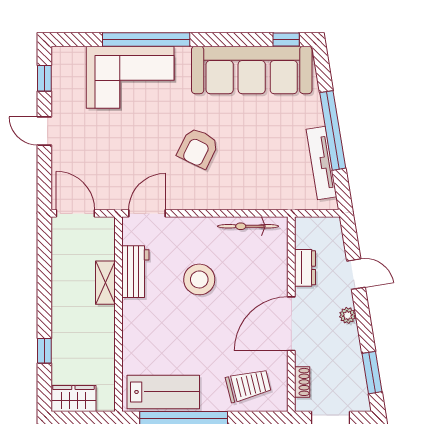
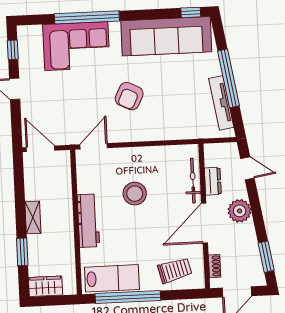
bicycle: (248, 226) -> (193, 181), moved, turned 90
workbench: (135, 272) -> (88, 221), moved, width x1.38
door: (356, 274) -> (247, 168), moved
shelving: (105, 283) -> (33, 217), moved
plant: (348, 315) -> (240, 211), width x1.87, depth x1.87
window: (44, 351) -> (22, 252), width x1.50

